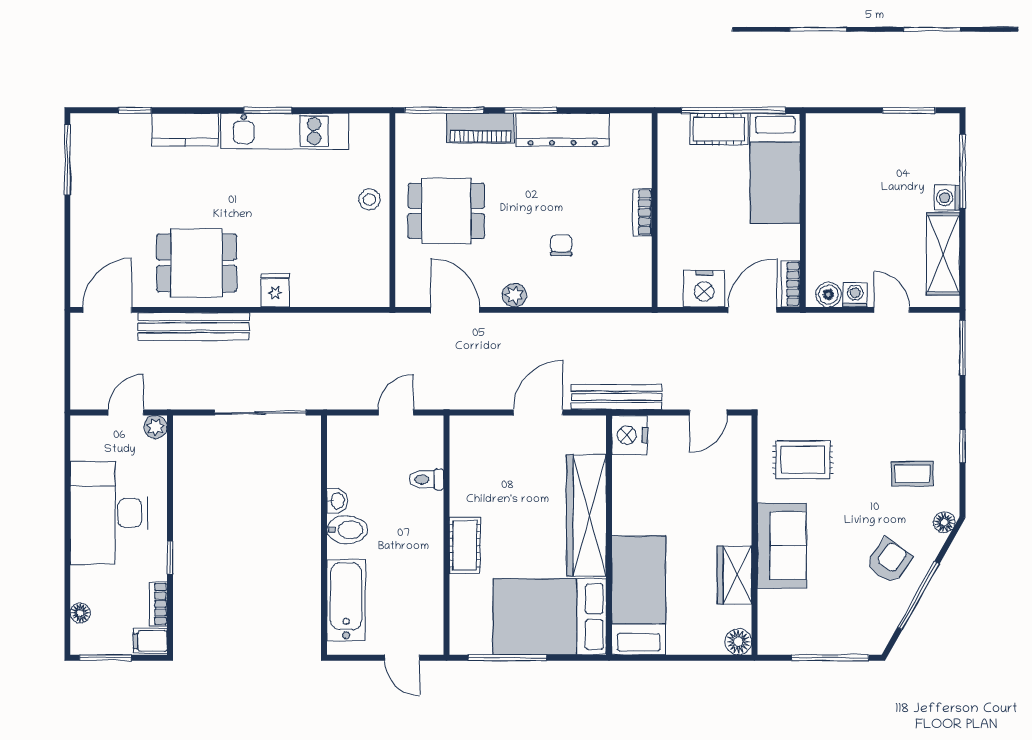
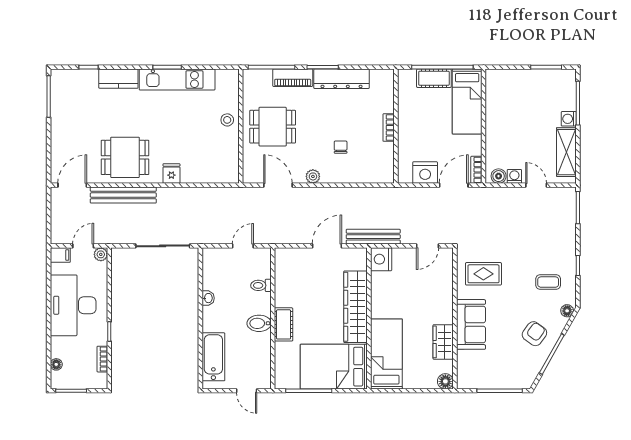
bidet: (347, 530) -> (259, 323), moved, turned 180
filing cabinet: (150, 641) -> (60, 255), moved, turned 180

